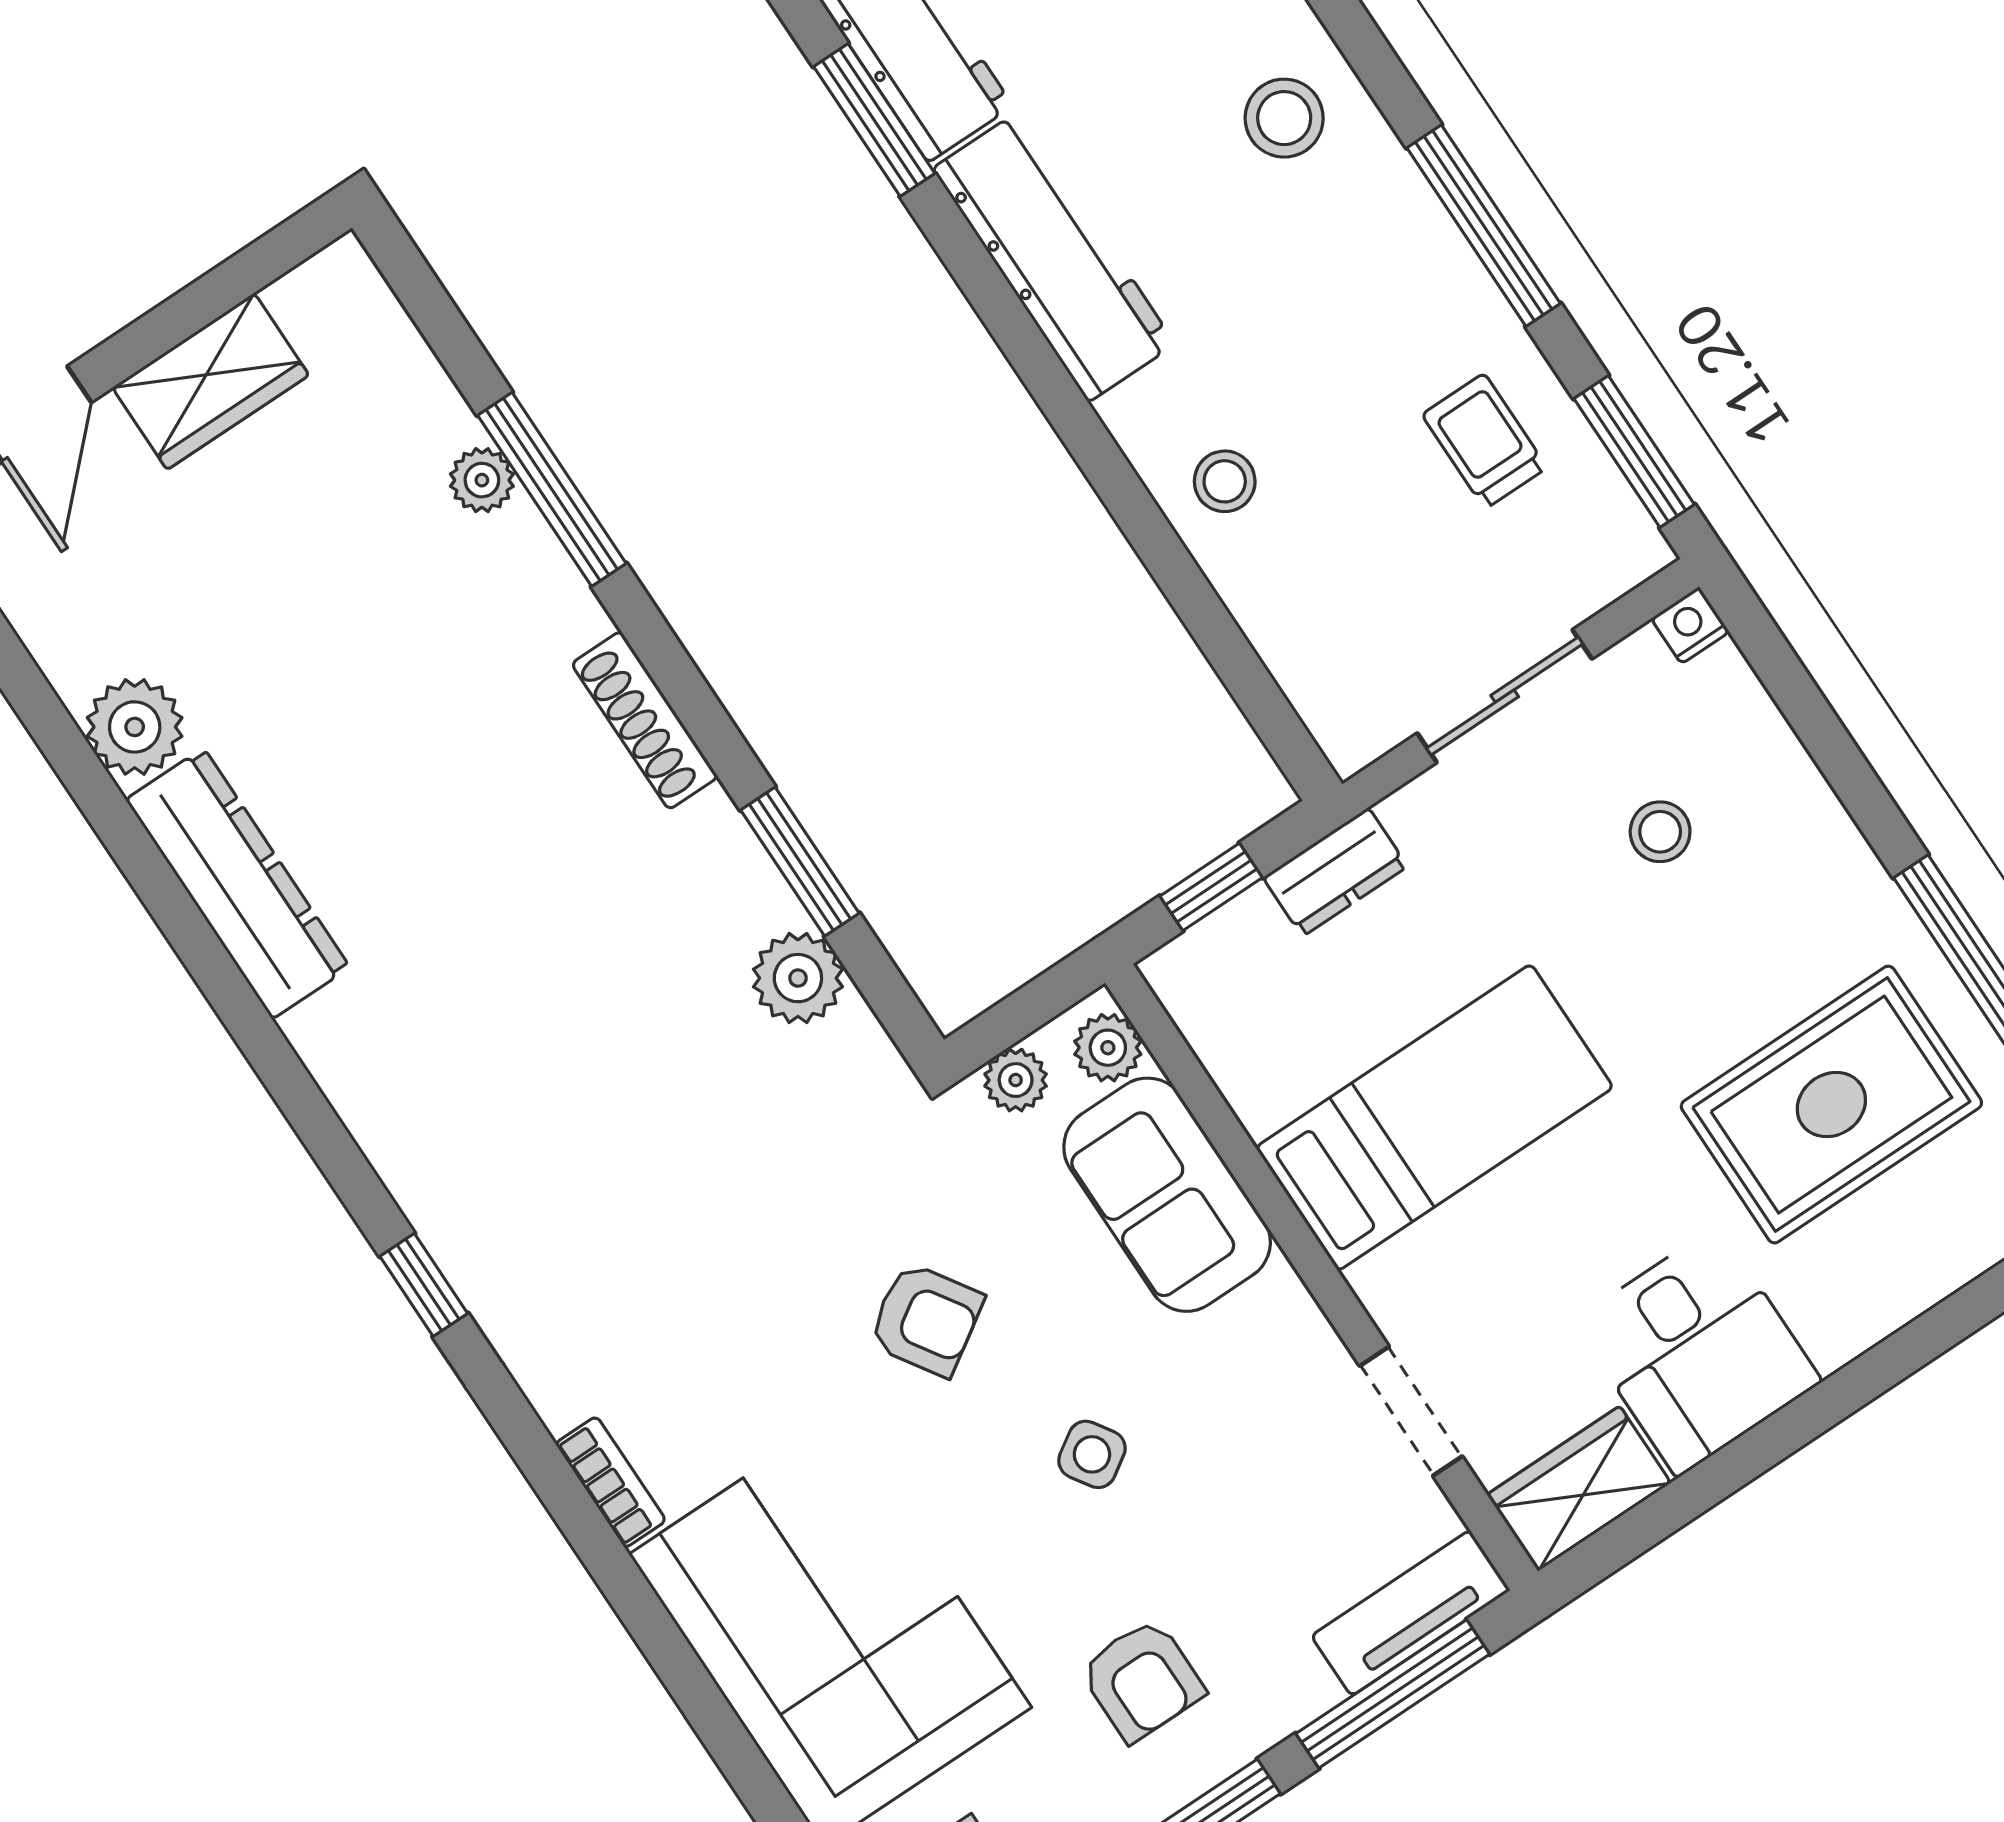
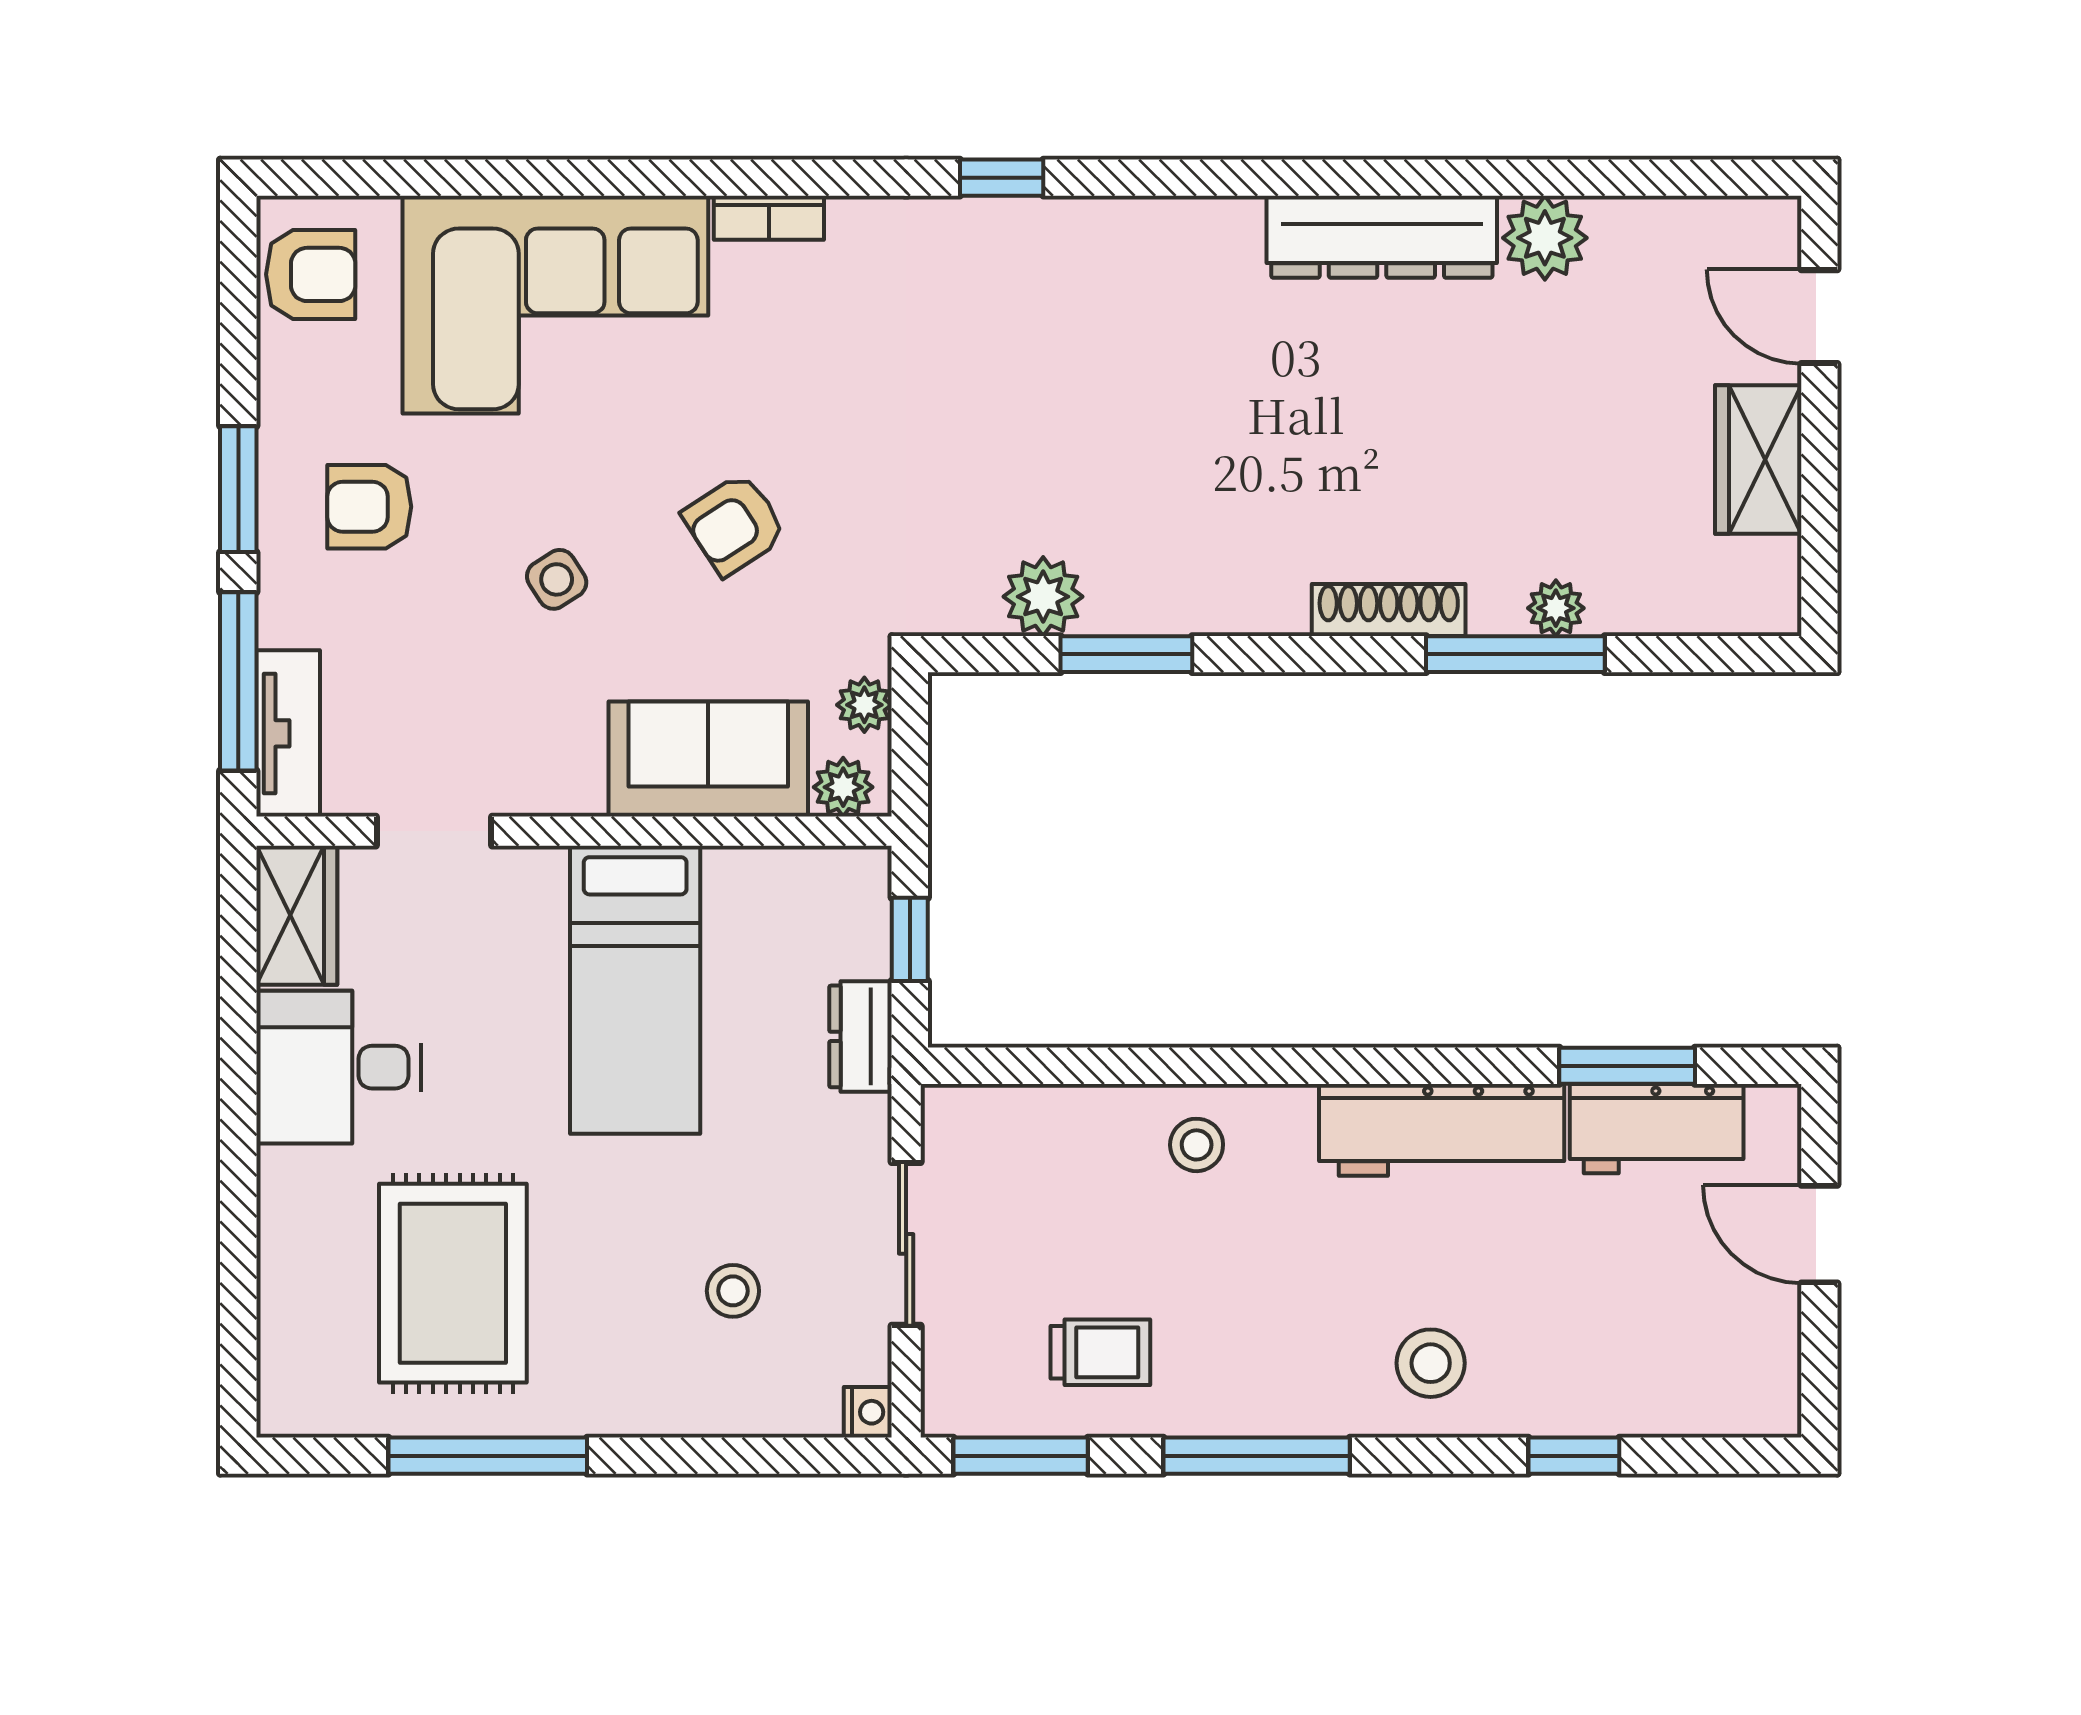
shoe rack: (645, 720) -> (1389, 610), moved

